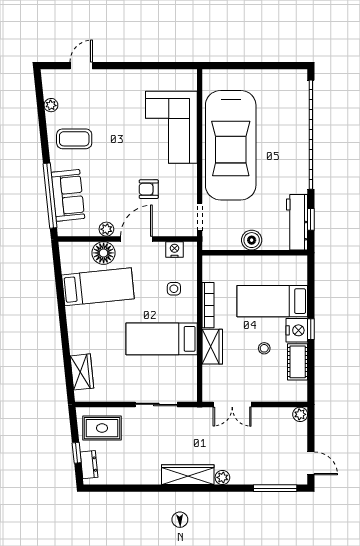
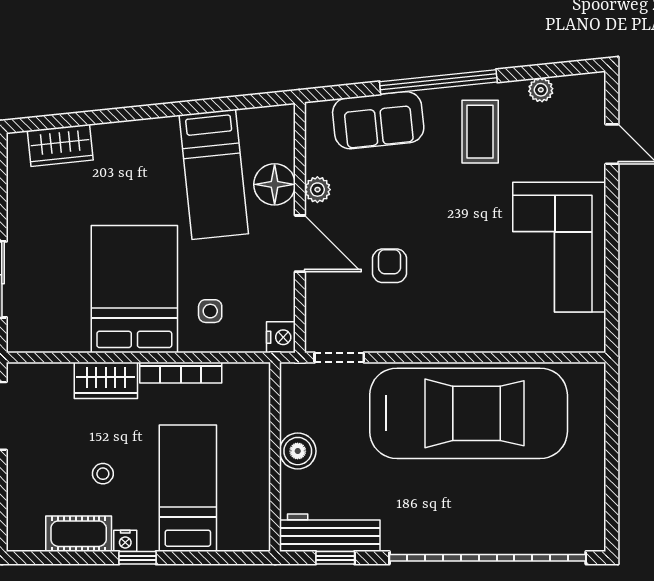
corner sofa: (171, 127) -> (559, 247), moved, turned -90
car: (231, 145) -> (469, 413), turned 180
window: (50, 196) -> (438, 82), moved
nightstand: (175, 249) -> (281, 337), moved
nightstand: (297, 330) -> (125, 541), width x0.53, depth x0.56
bed: (162, 339) -> (134, 289), width x1.50

